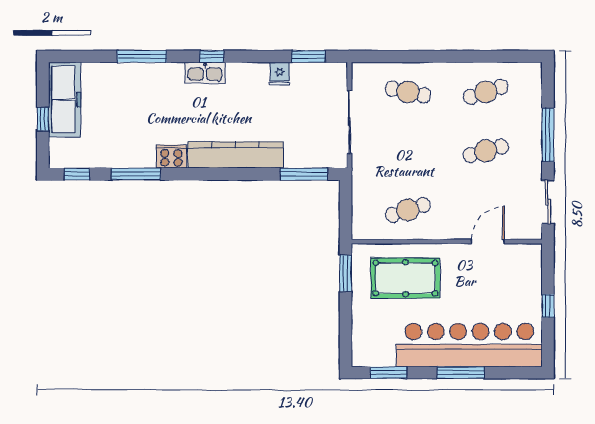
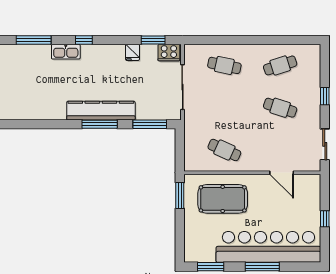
kitchen sink: (205, 73) -> (66, 52), moved
window: (548, 135) -> (325, 96), width x0.46
cafe table: (486, 151) -> (280, 108), turned 33
cooker: (171, 157) -> (169, 53), moved, turned 180
window: (136, 174) -> (100, 124), moved
cafe table: (408, 210) -> (224, 150), turned 42
door: (488, 241) -> (282, 173), swing flipped

